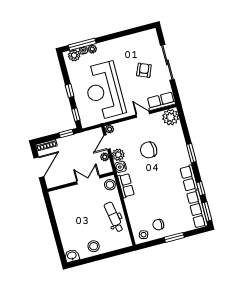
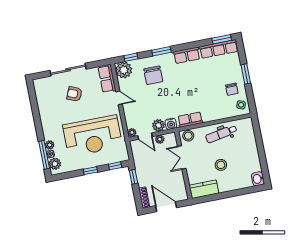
door: (143, 114) -> (119, 98), swing flipped
chair: (149, 150) -> (153, 75), moved
window: (201, 189) -> (131, 57), moved
kitchen counter: (58, 203) -> (204, 189), added
stool: (94, 246) -> (221, 165), moved

